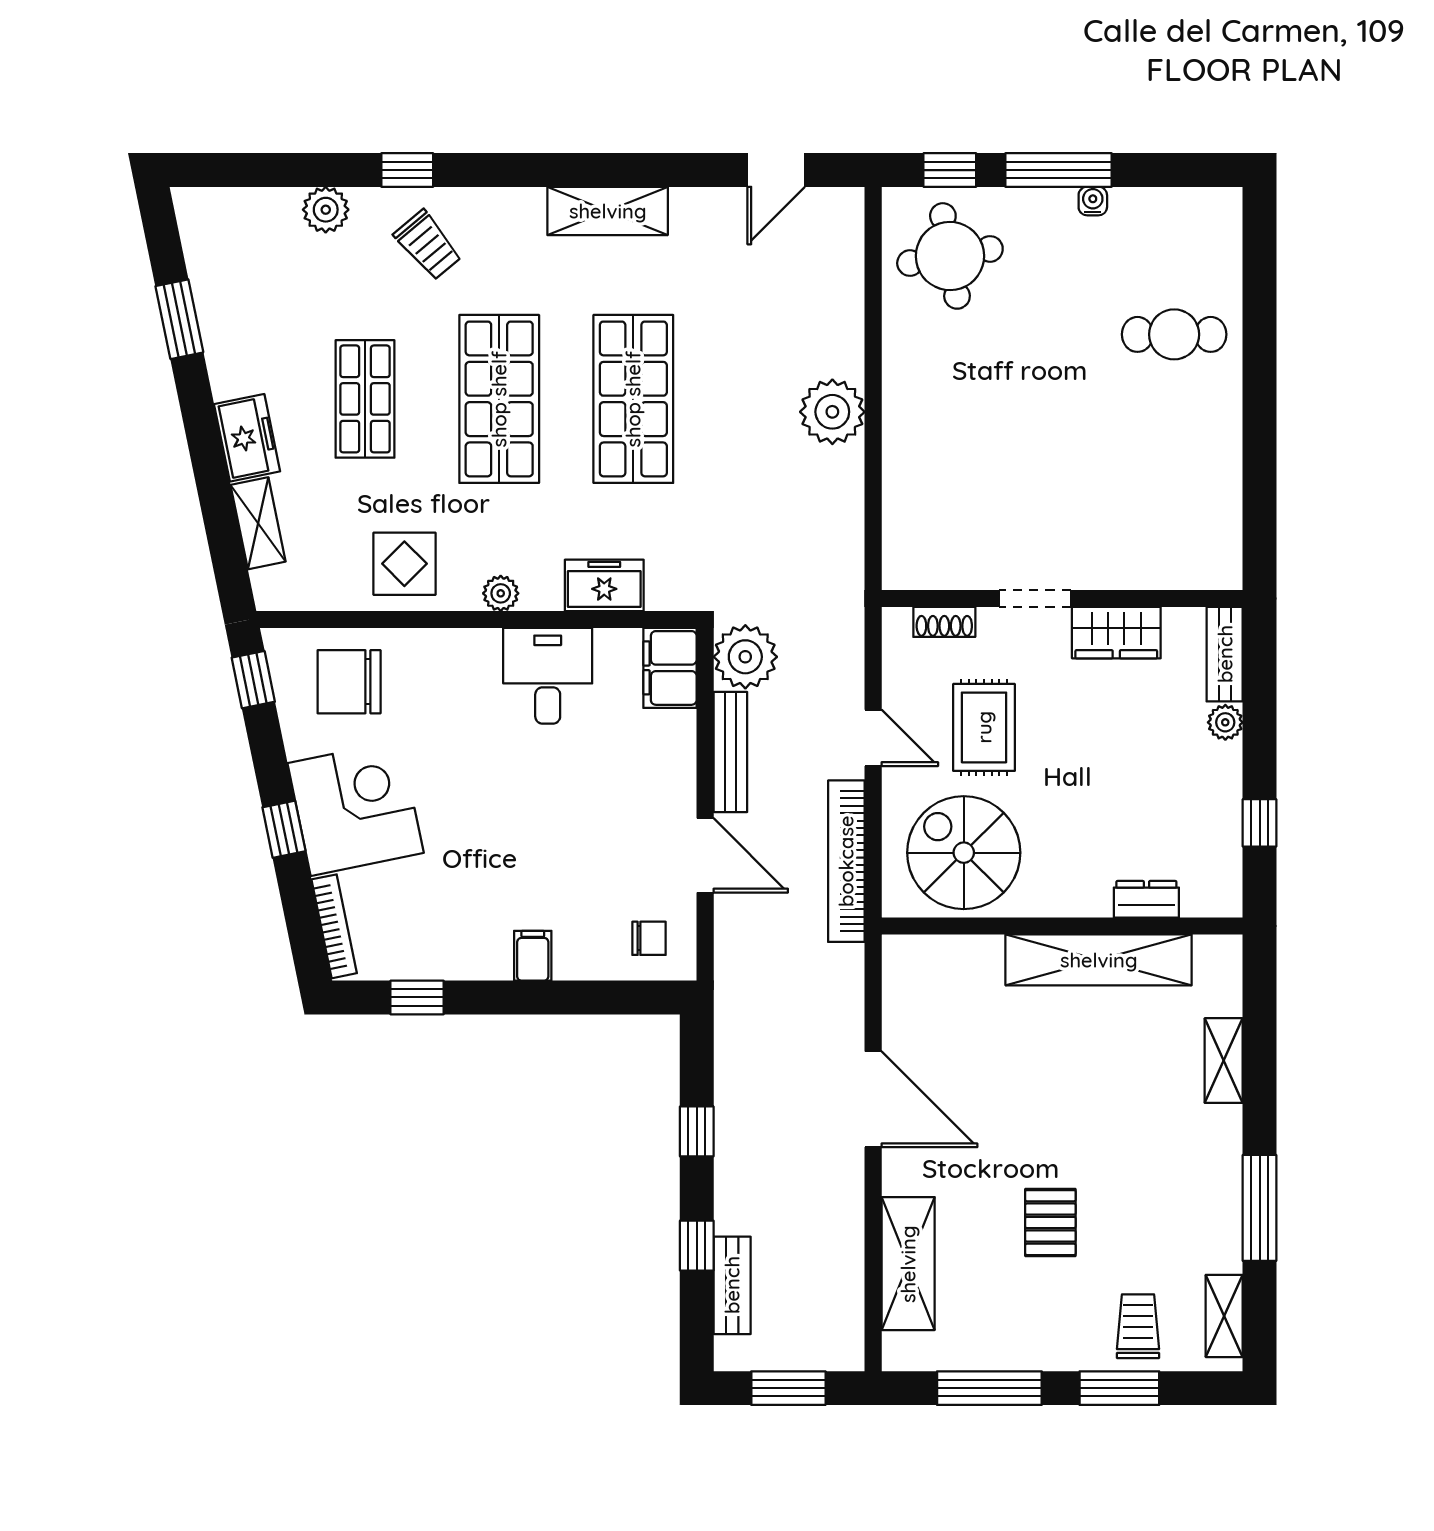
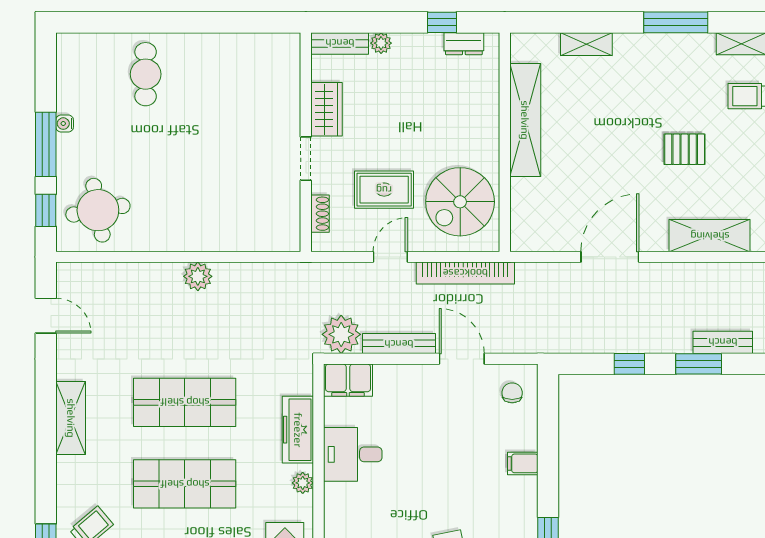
plant: (832, 412) -> (198, 276), width x0.73, depth x0.73
freezer: (604, 585) -> (298, 430), width x1.40
door: (705, 855) -> (462, 359), hinge flipped
dresser: (1146, 899) -> (464, 44), moved, turned -90
window: (697, 1246) -> (699, 364), width x1.50

